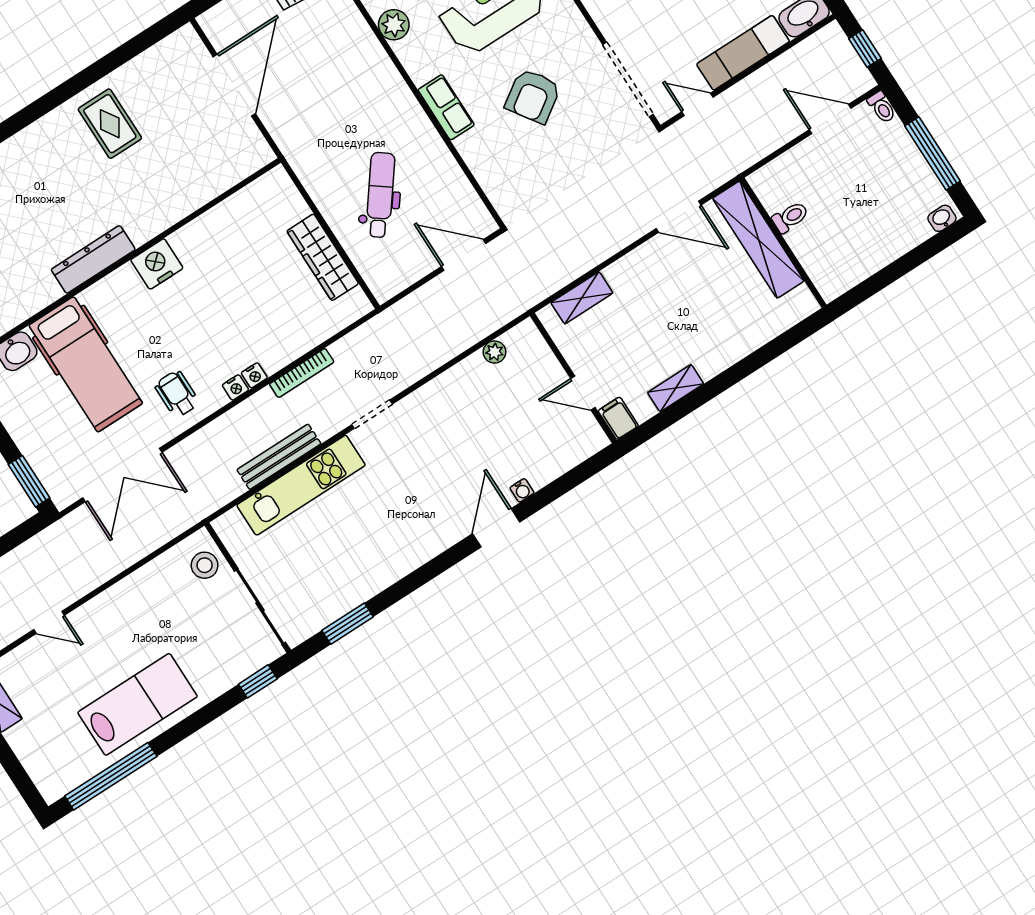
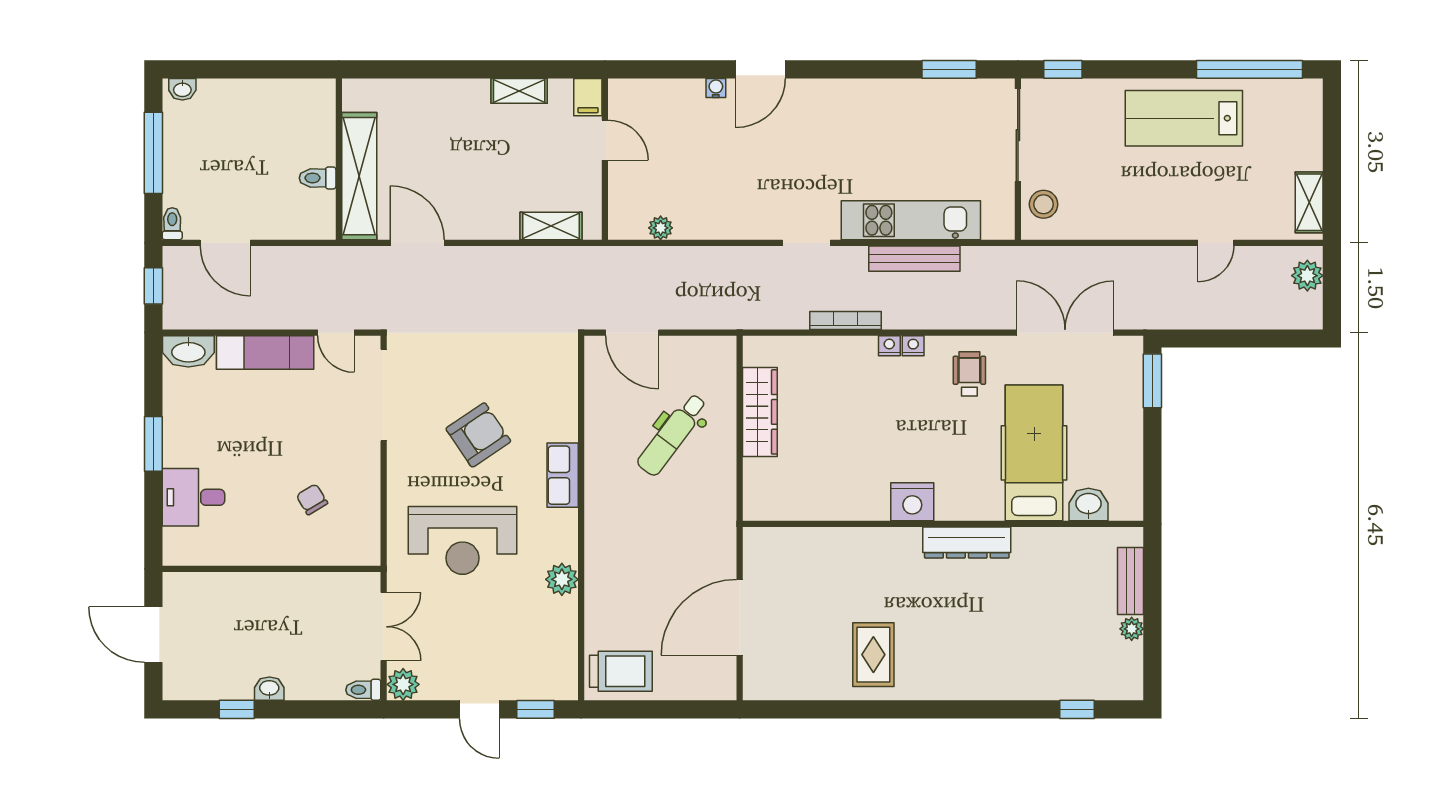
wheelchair: (177, 394) -> (969, 374), turned 180
door: (49, 622) -> (1216, 243), swing flipped

